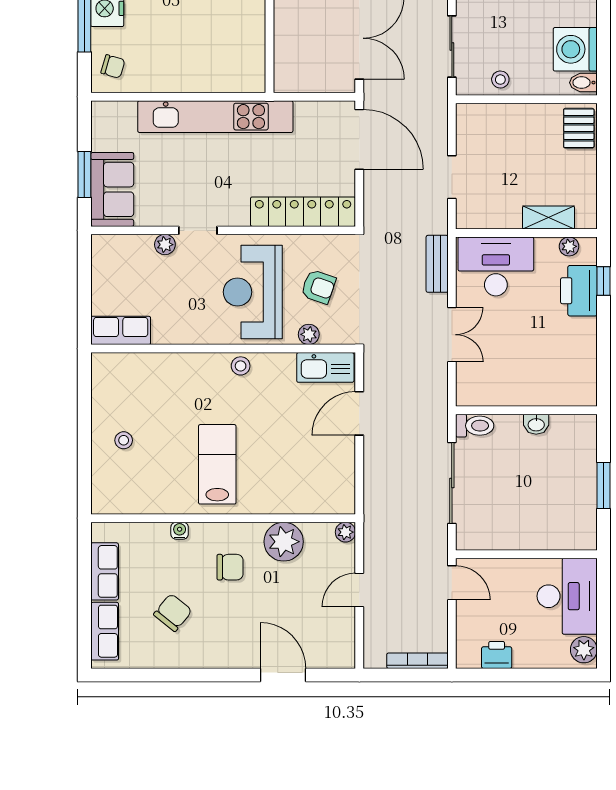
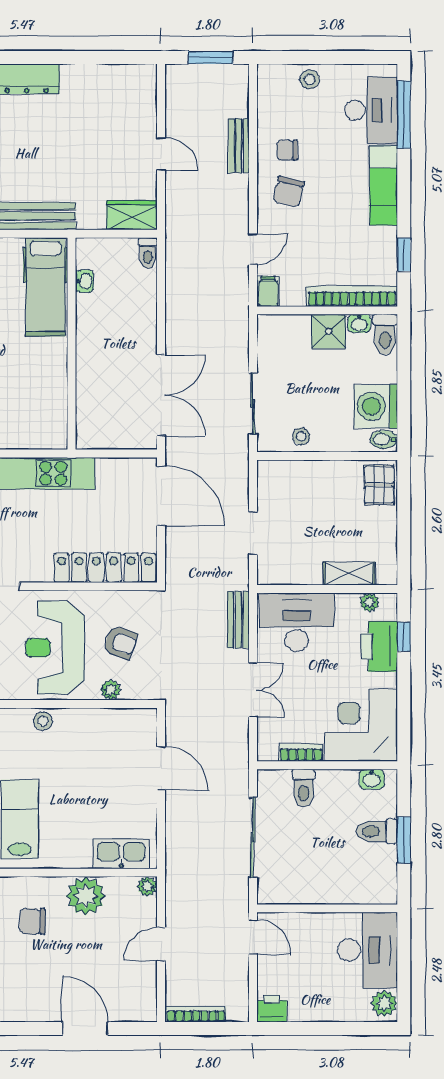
kitchen sink: (325, 367) -> (121, 854), moved, turned 180
corner desk: (561, 370) -> (361, 725), added
bookcase: (500, 398) -> (301, 753), added
door: (359, 413) -> (161, 768), swing flipped
washbasin: (536, 424) -> (372, 779), moved
toilet: (475, 426) -> (304, 788), moved, turned 90
toilet: (576, 477) -> (377, 831), added
chair: (230, 567) -> (32, 921), turned 180
printer: (497, 655) -> (272, 1009), moved
bookcase: (417, 661) -> (196, 1014), moved

